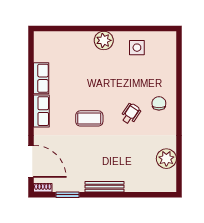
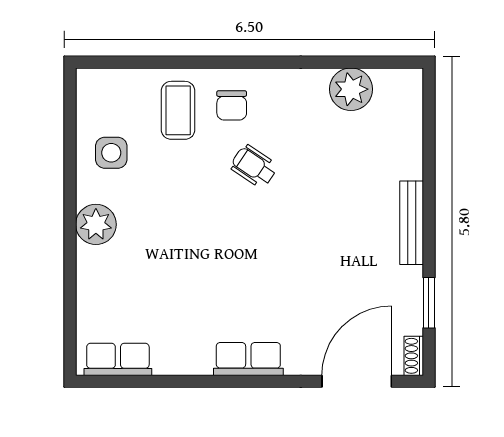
row of seats: (41, 78) -> (118, 359), moved
chair: (159, 103) -> (232, 105), turned -90
coffee table: (89, 118) -> (178, 110), moved

